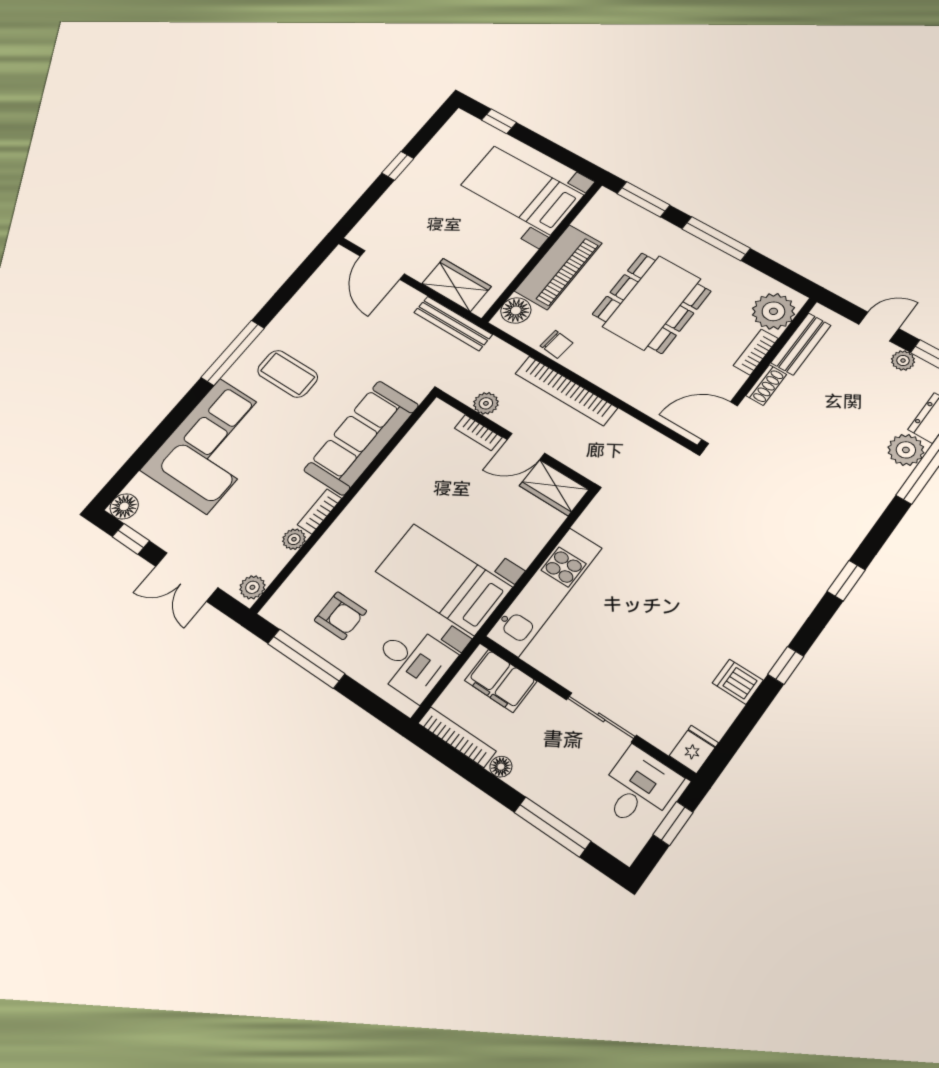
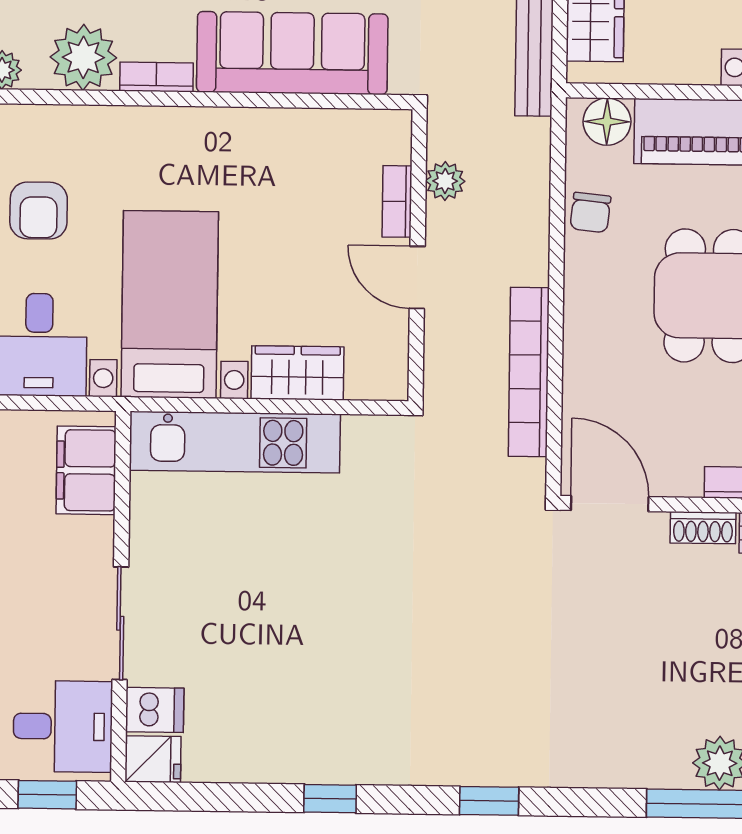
bookcase: (566, 391) -> (529, 372), moved
wardrobe: (554, 488) -> (297, 373), moved, turned 90
plant: (294, 539) -> (83, 57), width x1.87, depth x1.87
dishwasher: (738, 682) -> (155, 710), moved, turned 90

